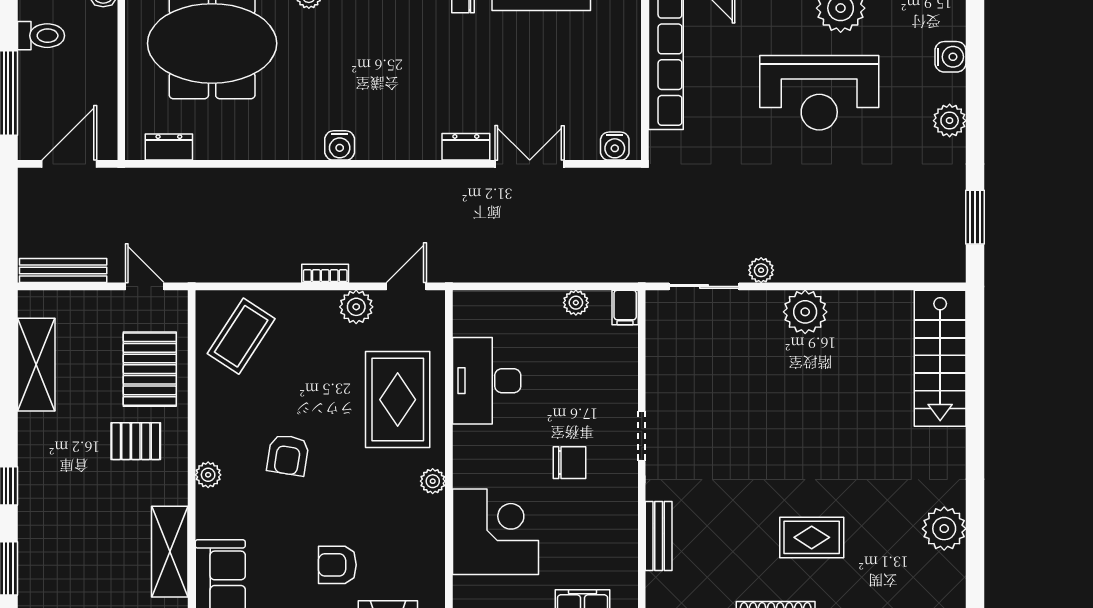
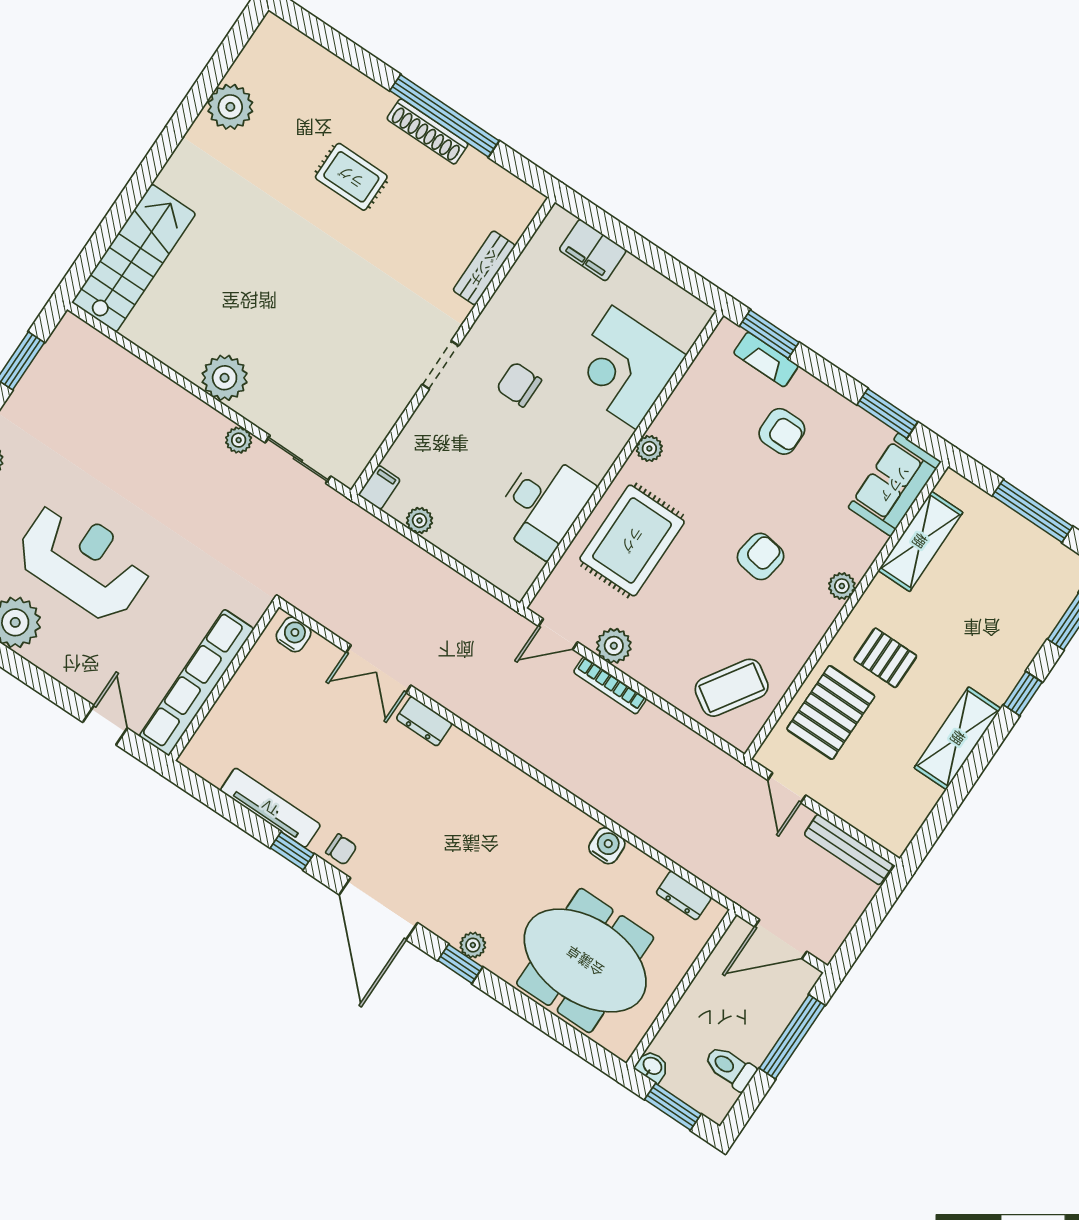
water cooler: (340, 145) -> (607, 846), moved
bookcase: (325, 273) -> (610, 685), width x1.56
shelving: (36, 365) -> (958, 738), moved

